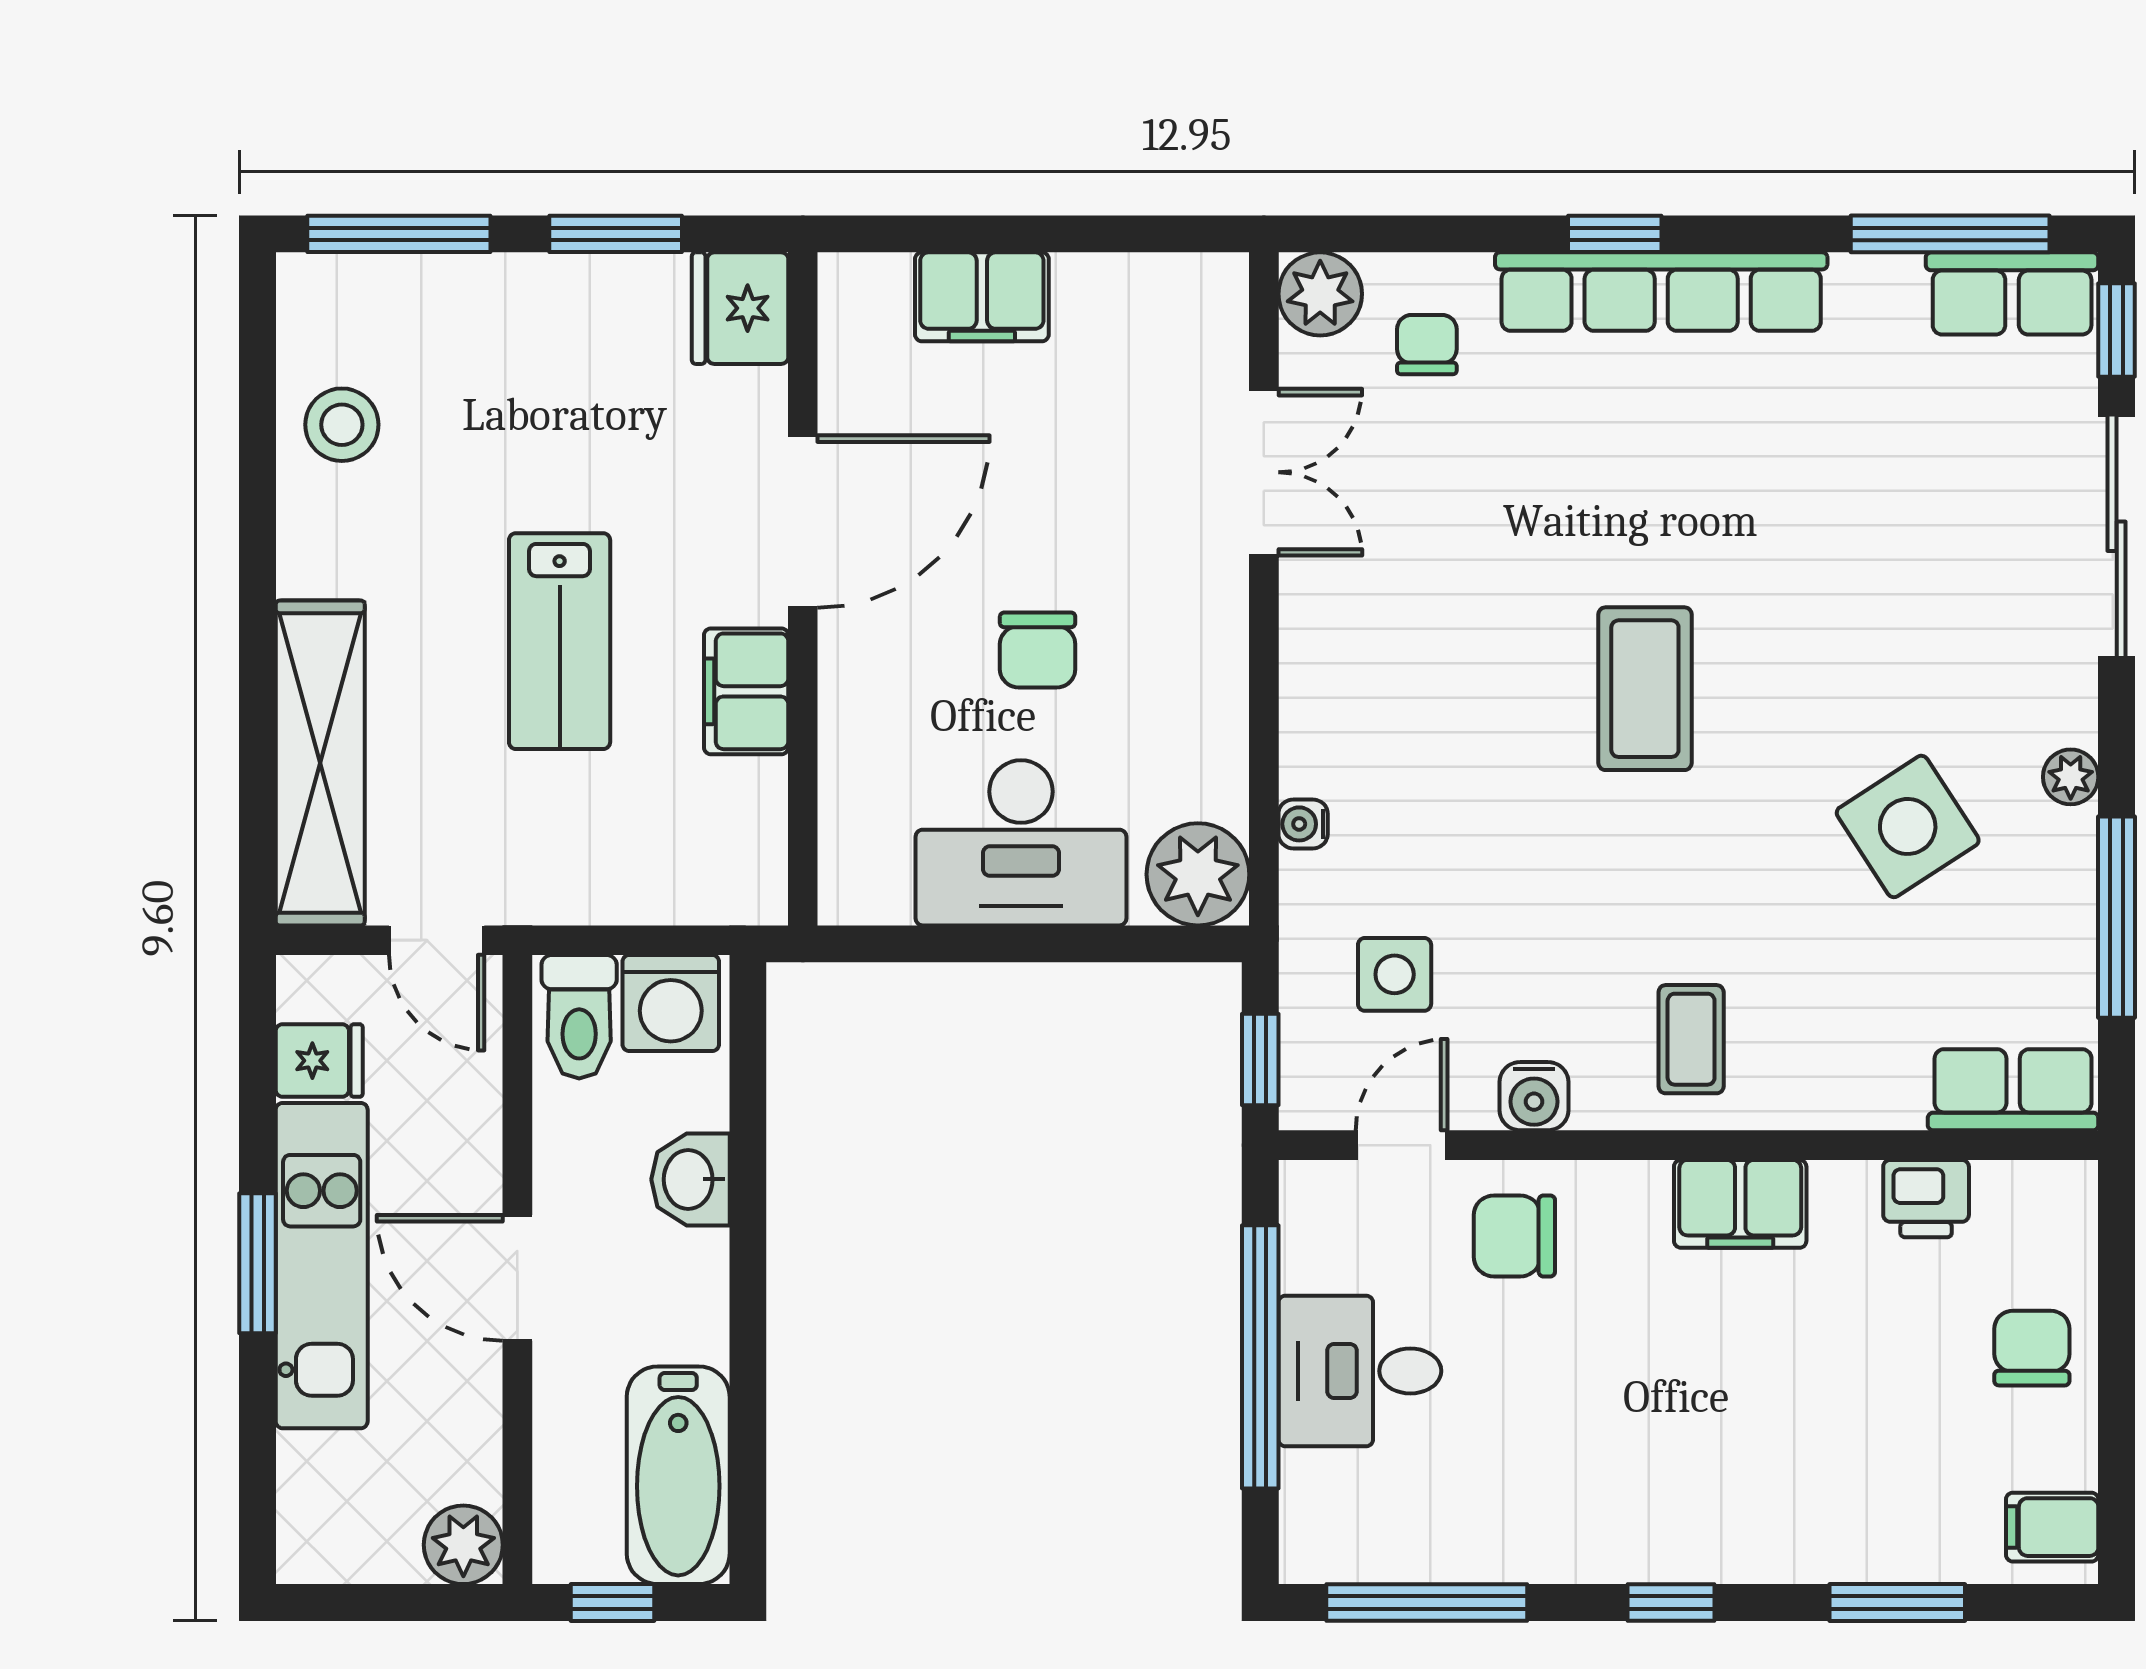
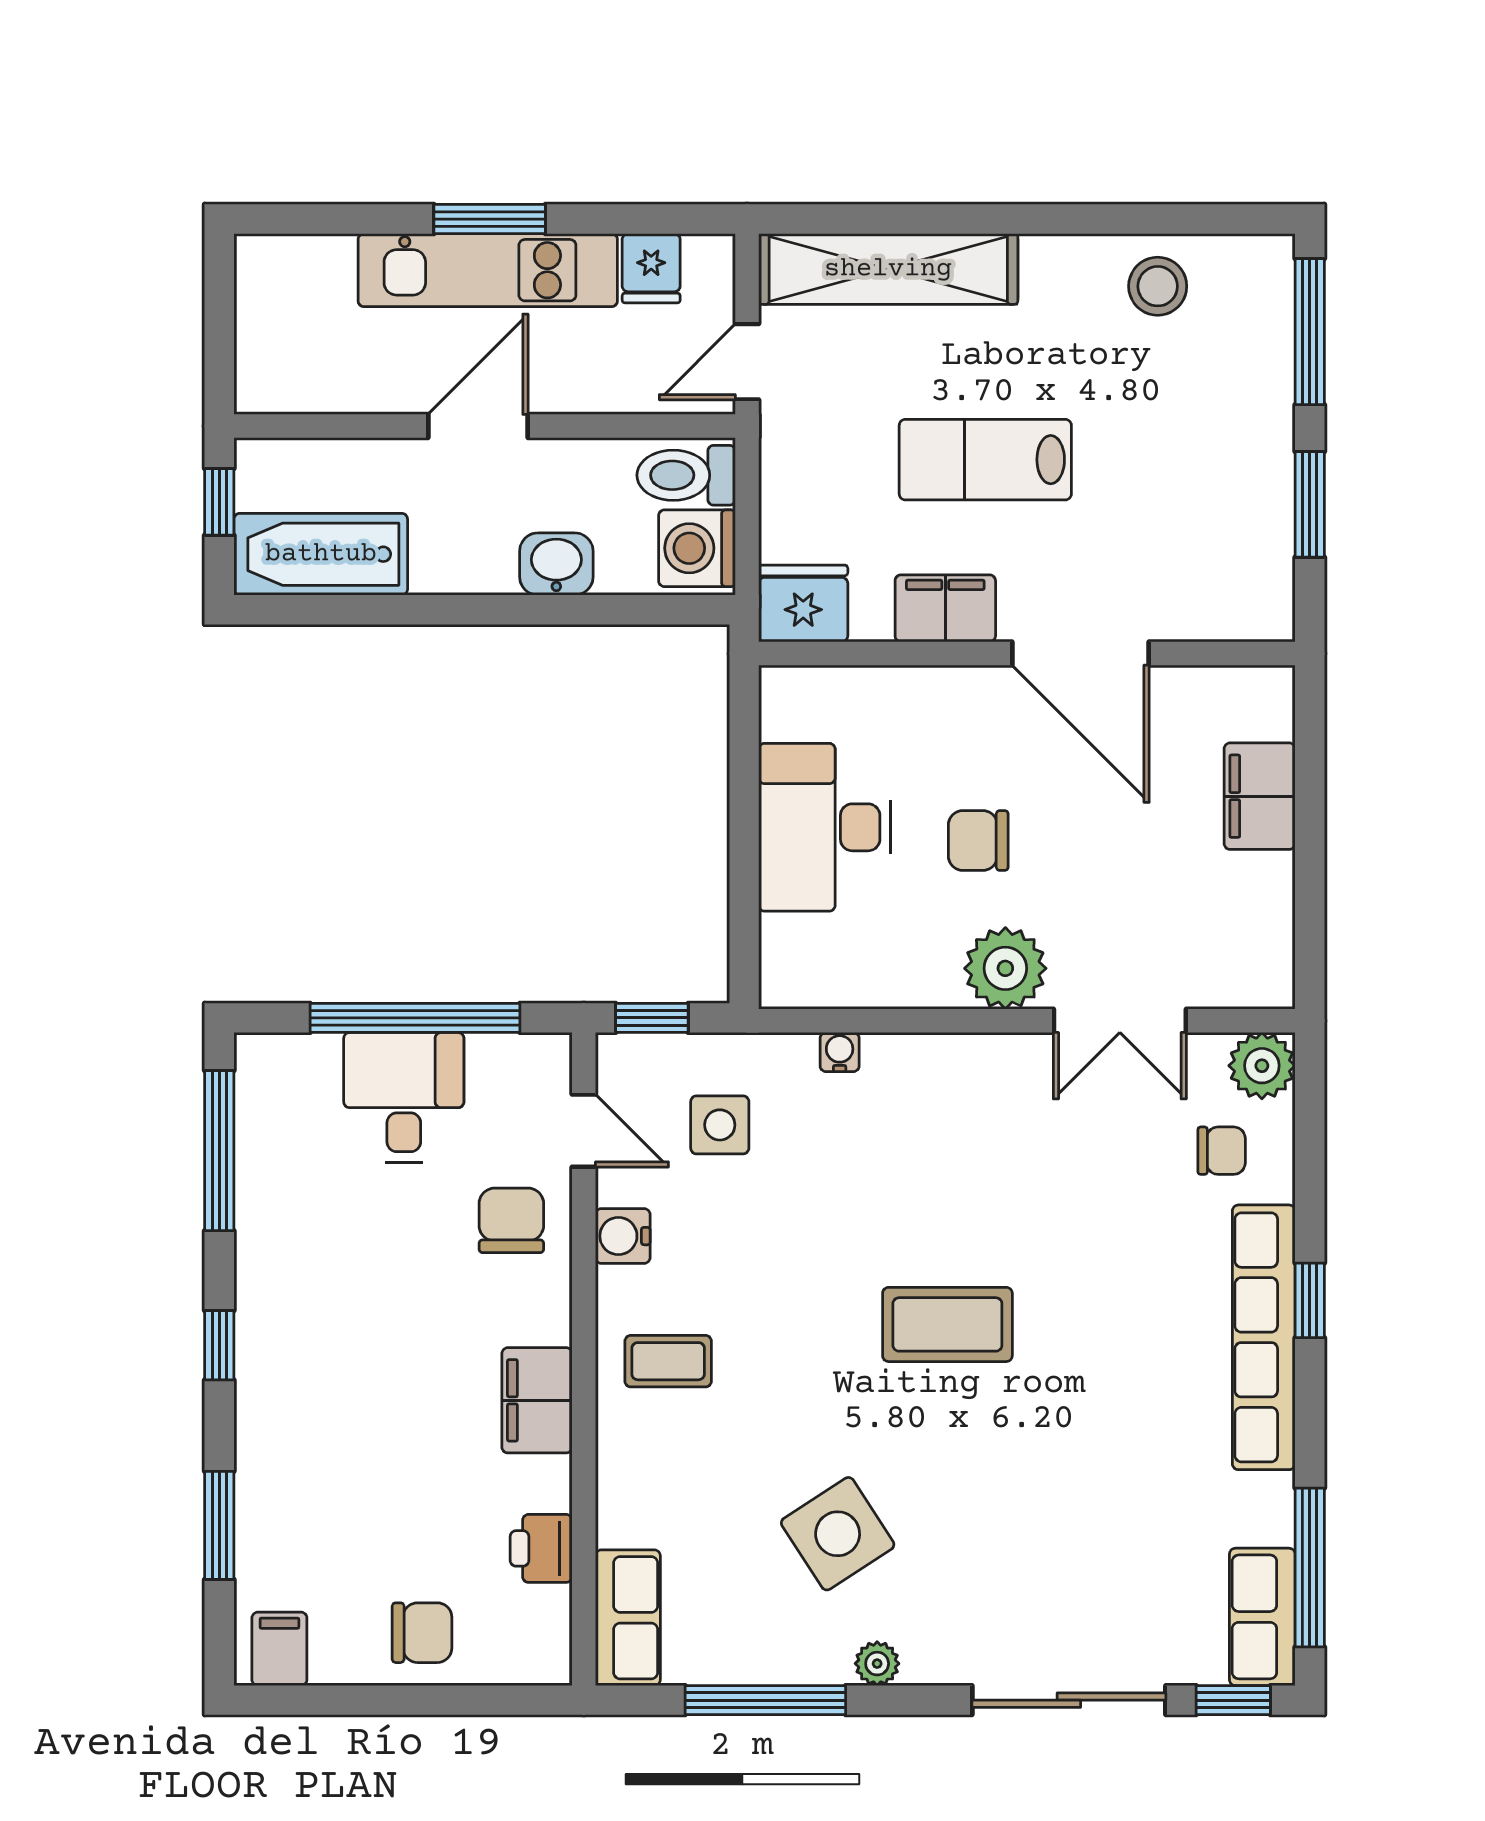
fridge: (740, 308) -> (803, 603), moved
plant: (1198, 874) -> (1005, 968), moved
plant: (463, 1545) -> (265, 383), removed

